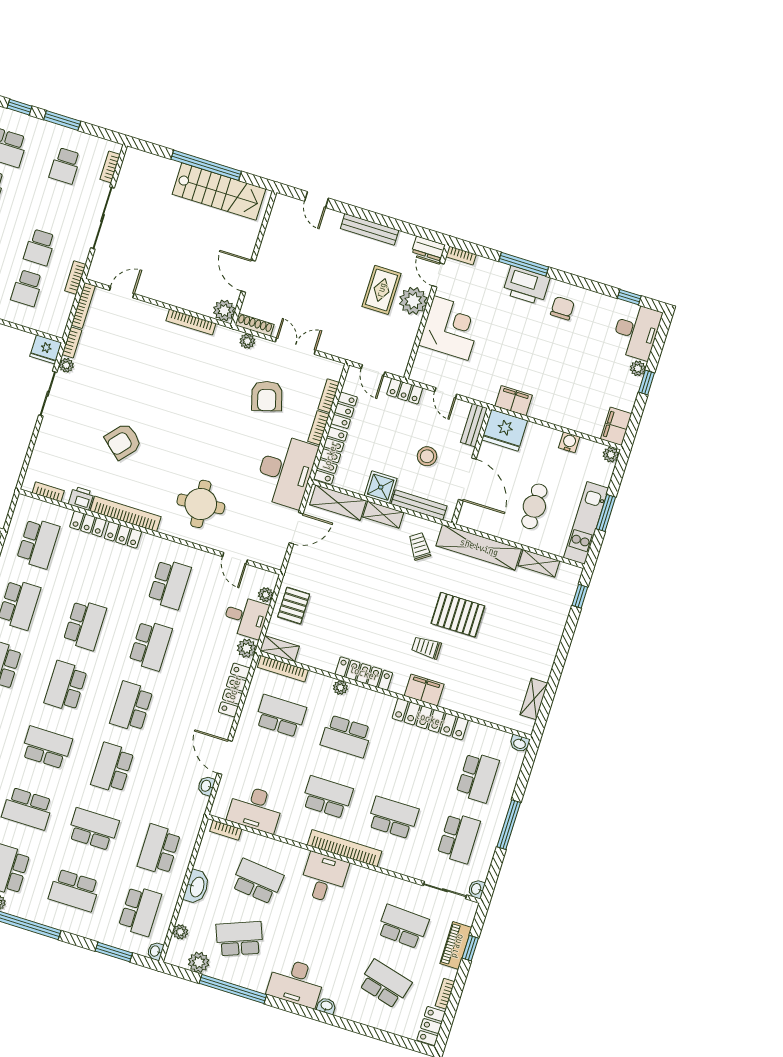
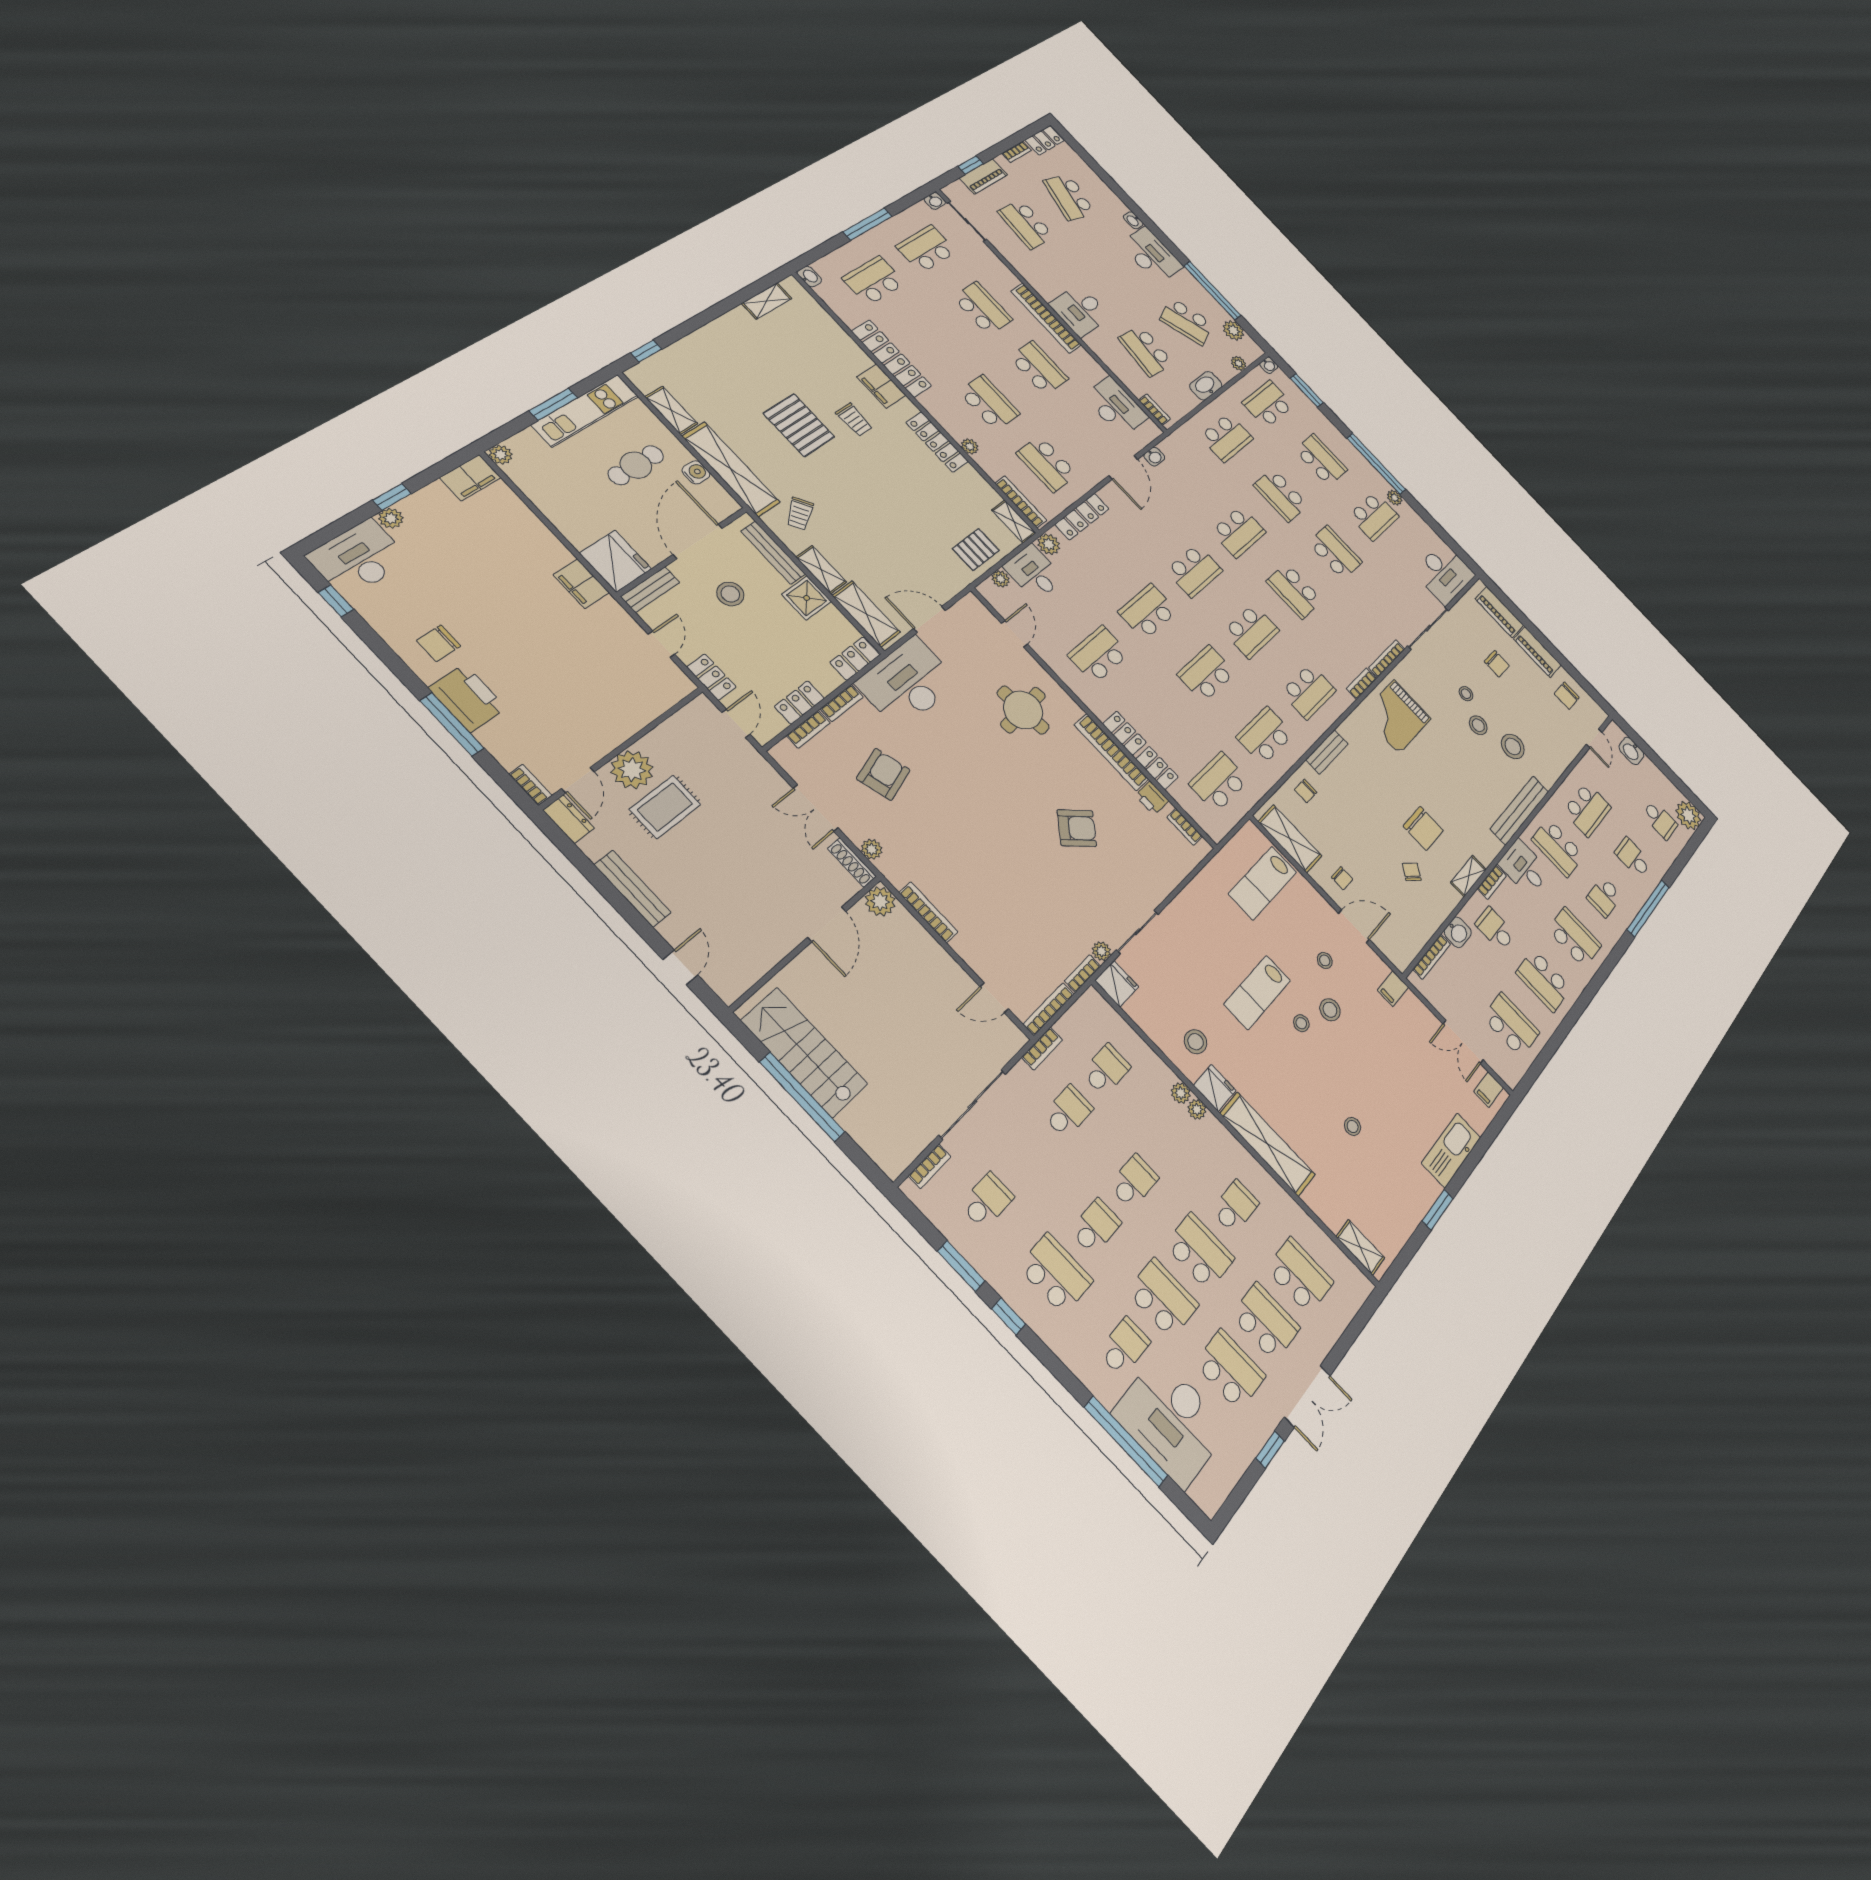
corner desk: (451, 328) -> (605, 710), removed
water cooler: (569, 442) -> (696, 472), moved, turned 180
locker: (330, 456) -> (855, 659), width x0.66
school desk: (327, 797) -> (1039, 368), turned 180
school desk: (393, 818) -> (983, 308), turned 180

